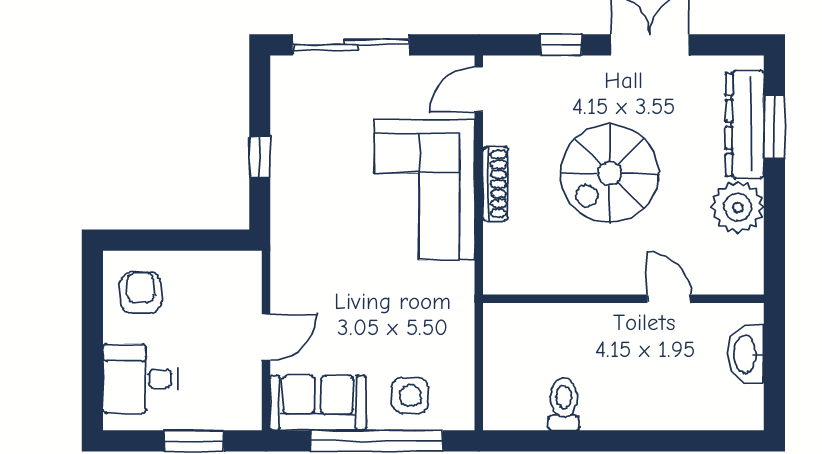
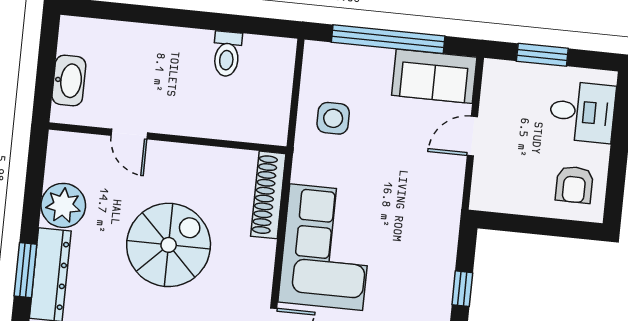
shoe rack: (496, 184) -> (268, 195), moved, width x1.36, depth x1.24
side table: (410, 396) -> (333, 118), moved

